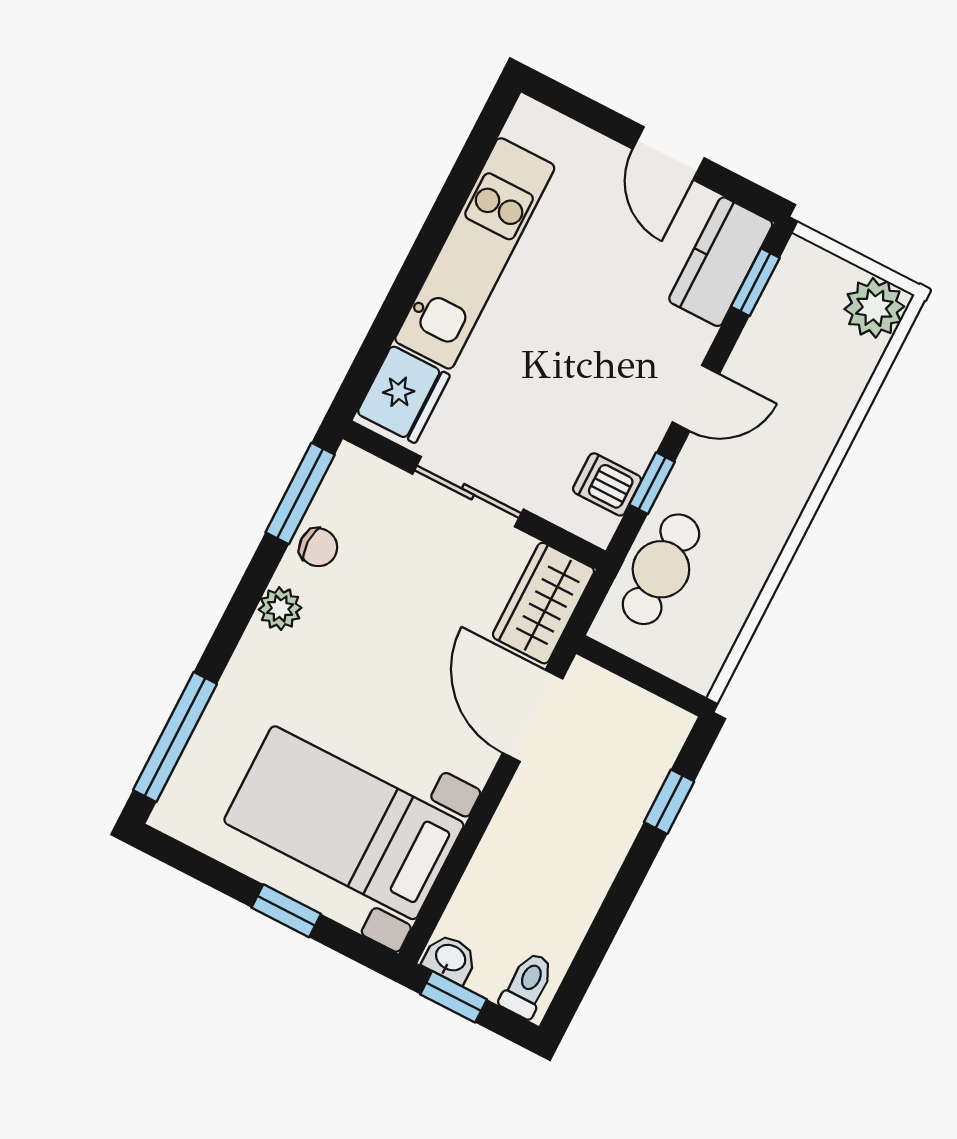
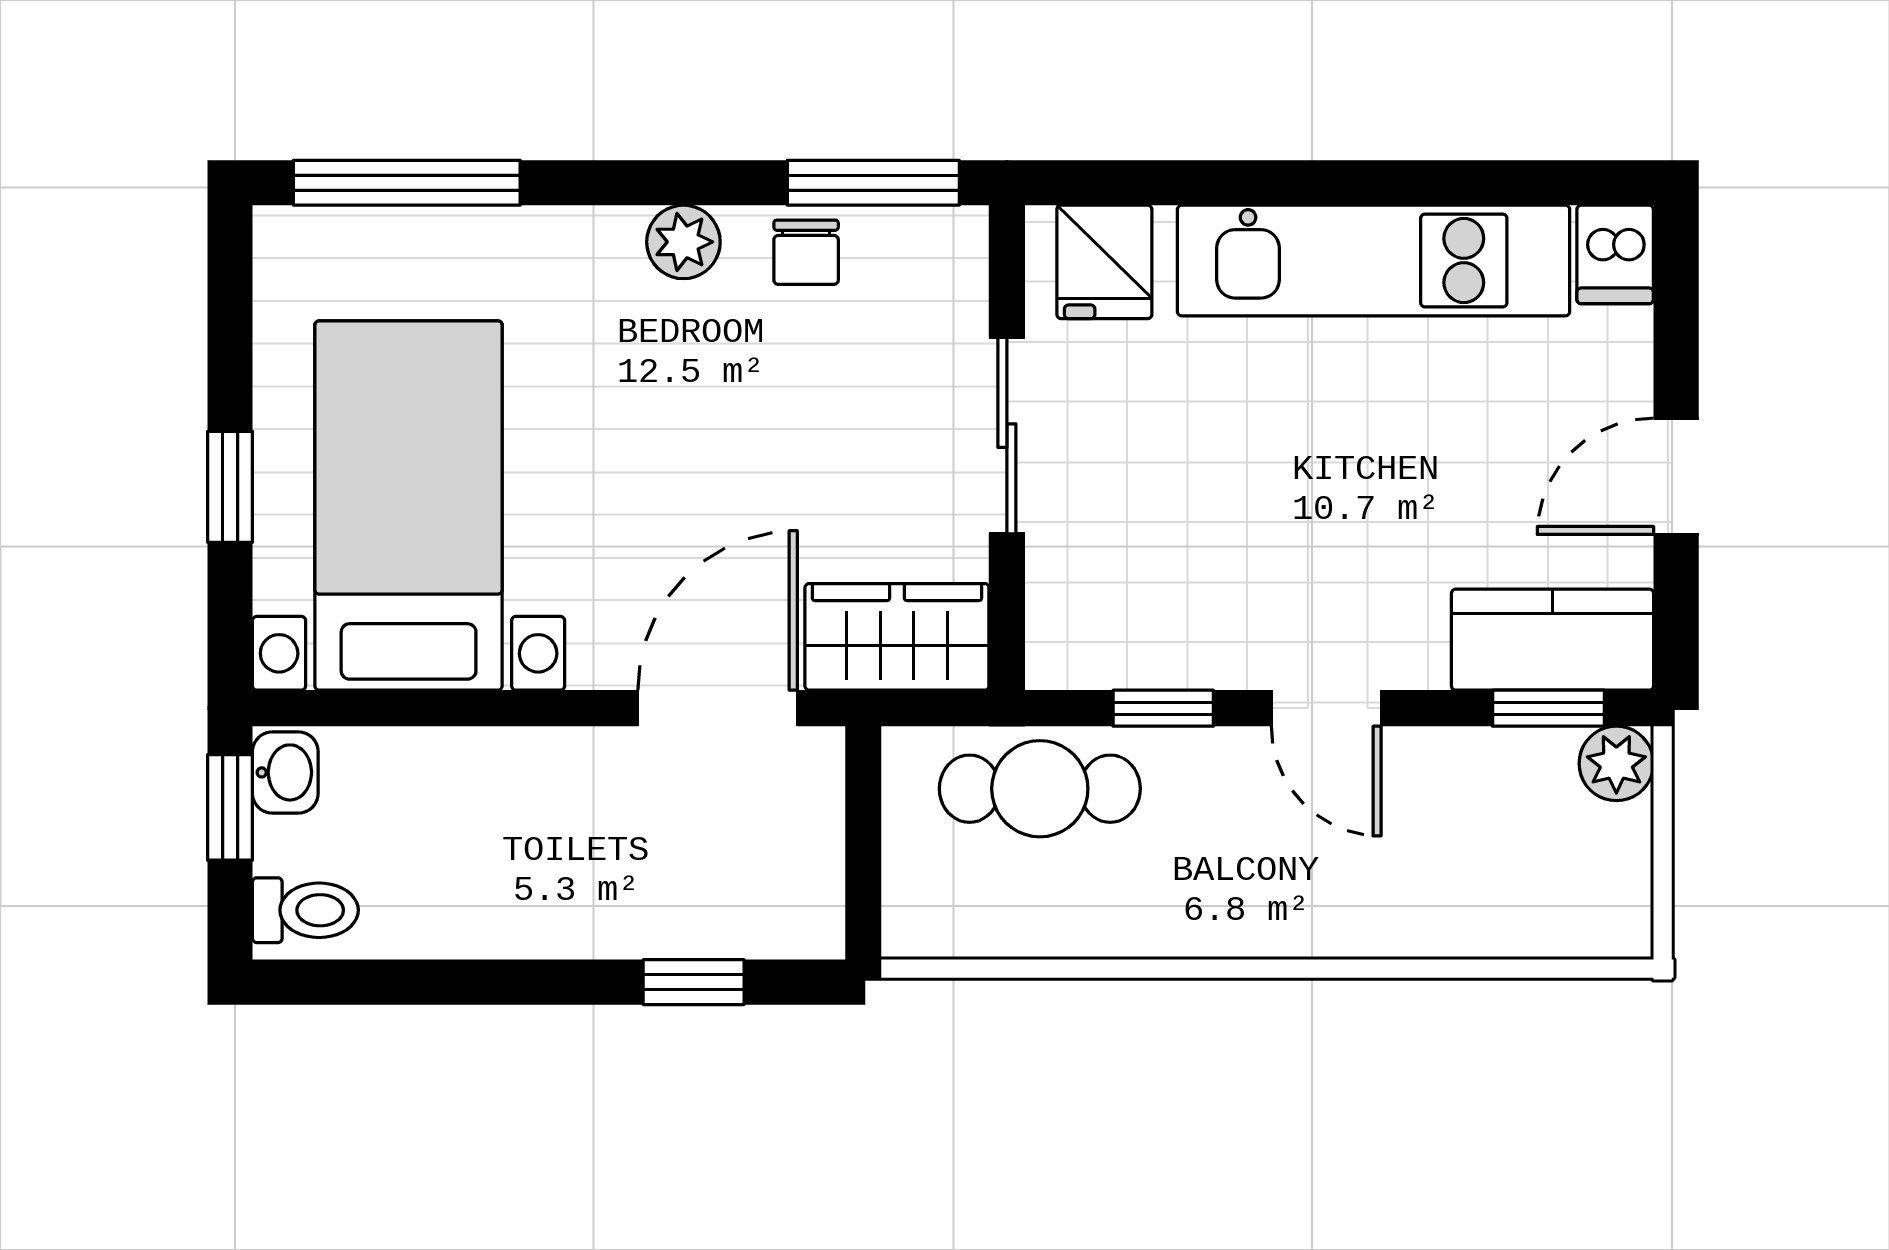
plant: (874, 308) -> (1616, 763), moved, width x0.73, depth x0.73
fridge: (403, 394) -> (1104, 262), width x0.72
dishwasher: (607, 484) -> (1615, 254), moved, turned 180

